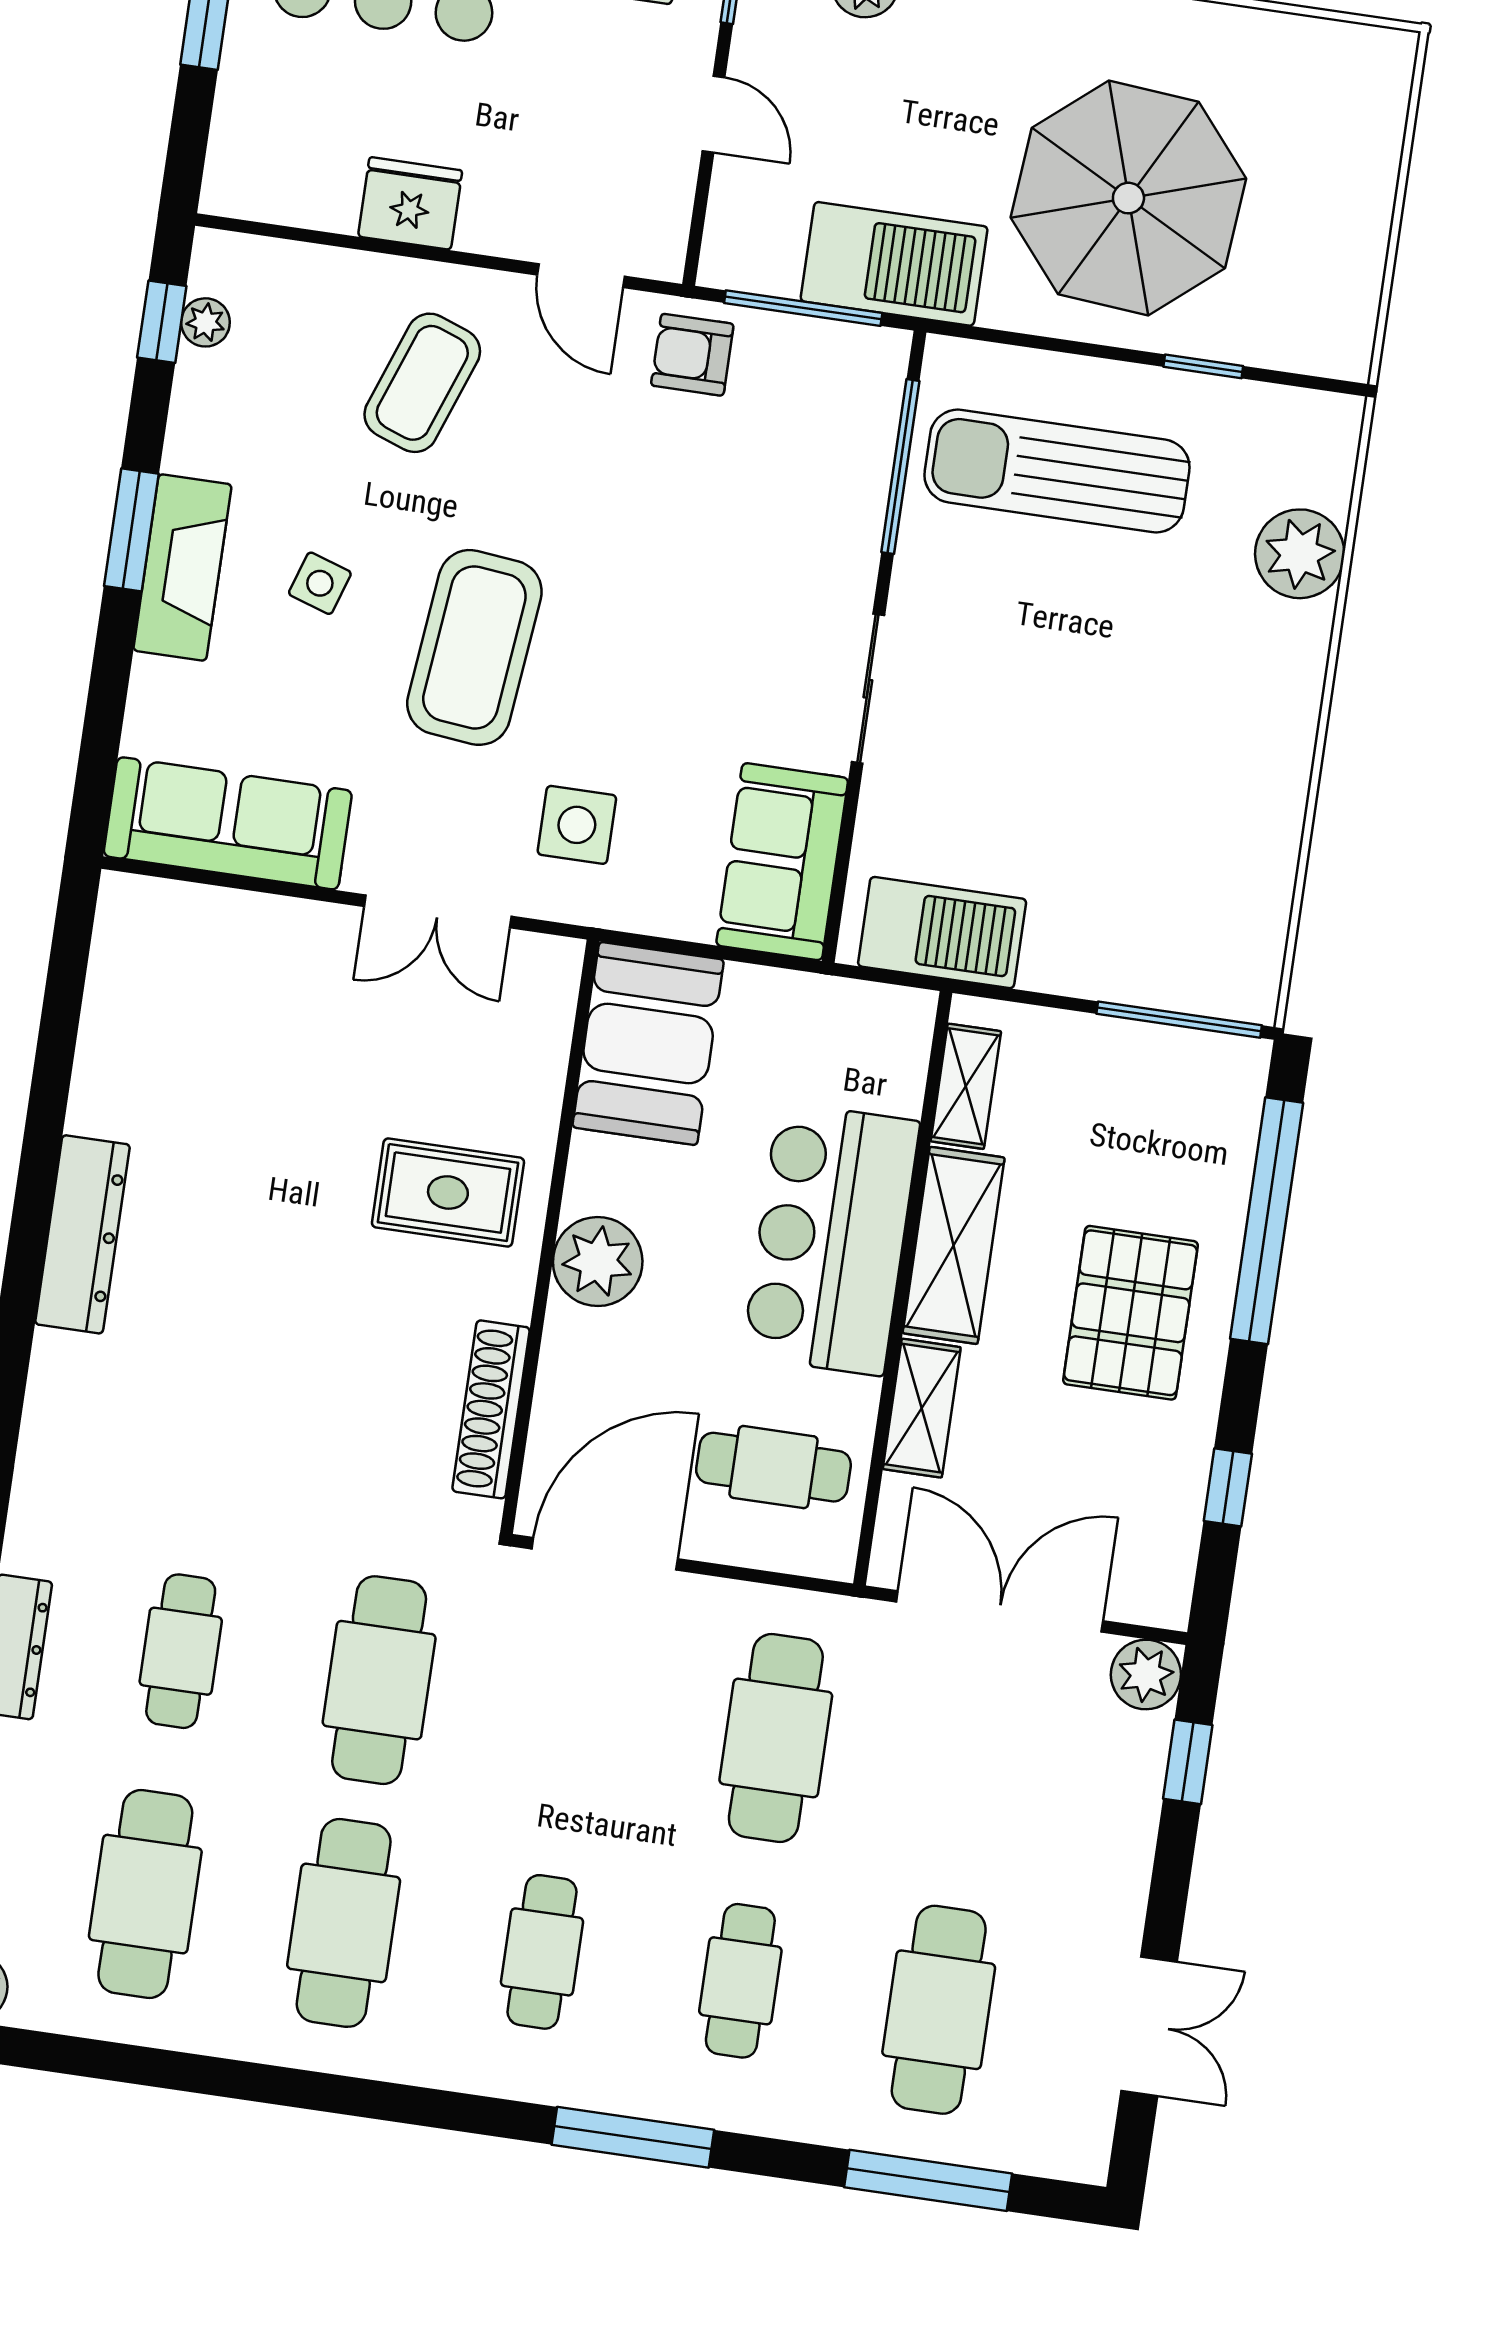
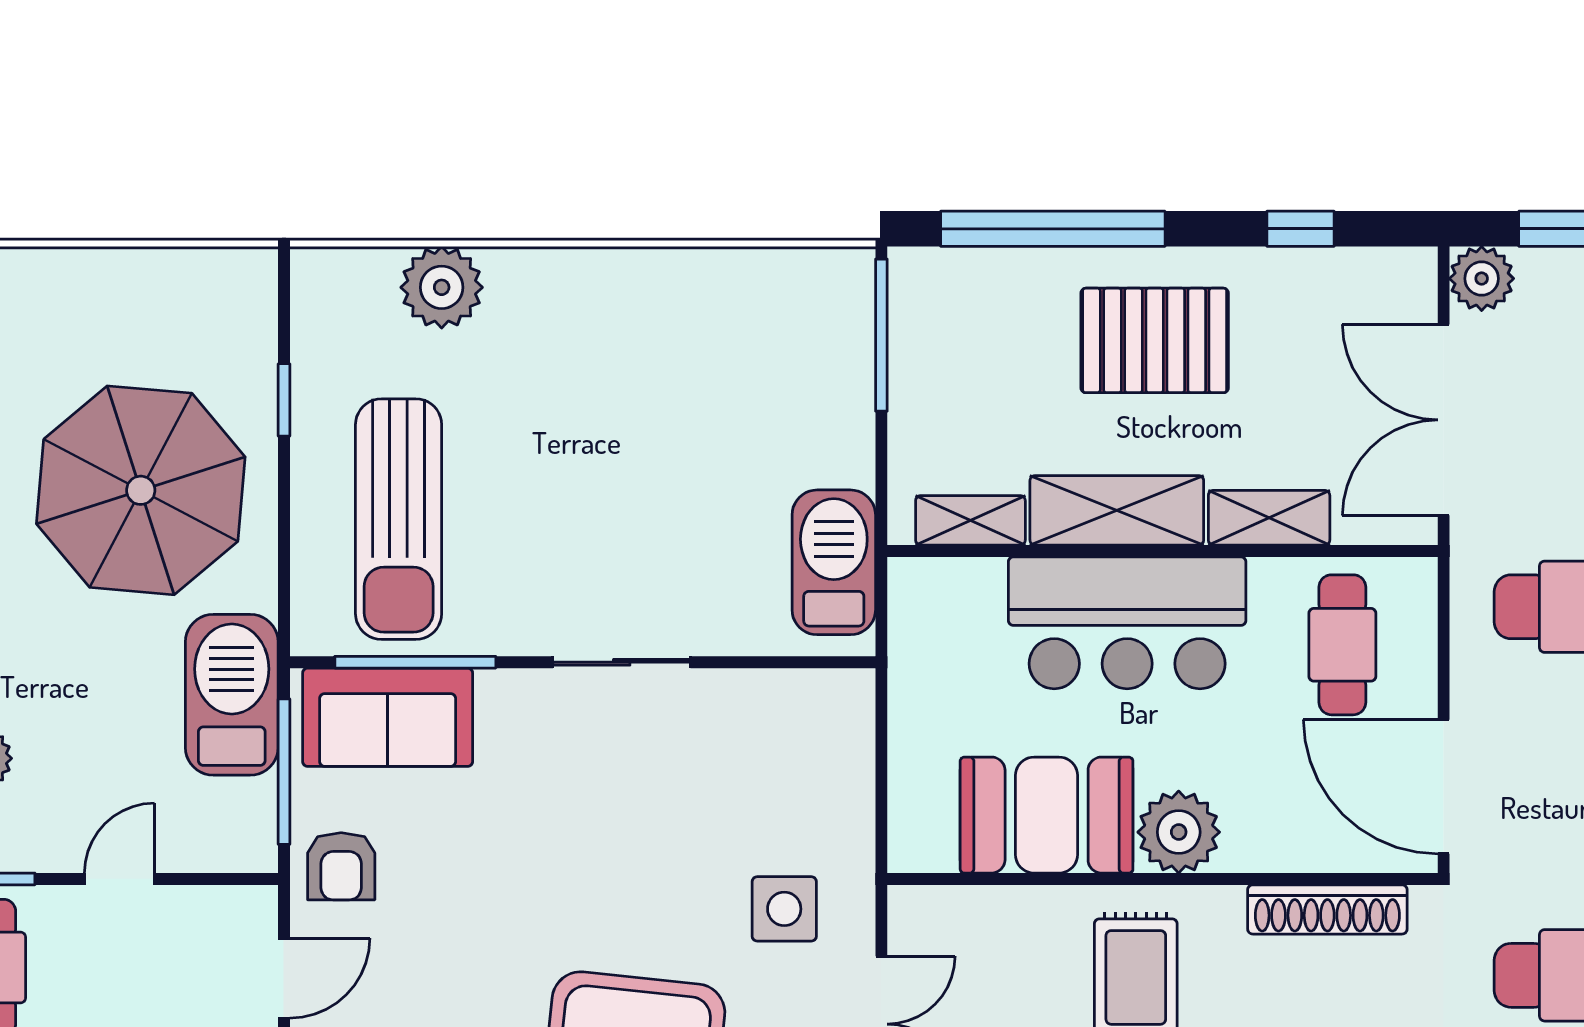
sofa: (782, 862) -> (388, 717), moved
booth: (648, 1043) -> (1047, 815), moved

